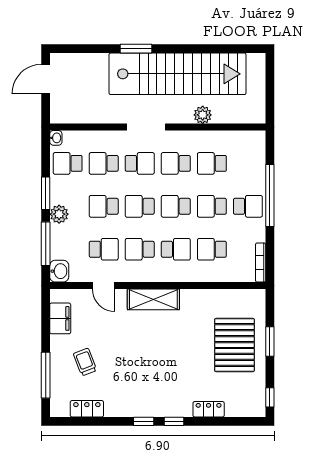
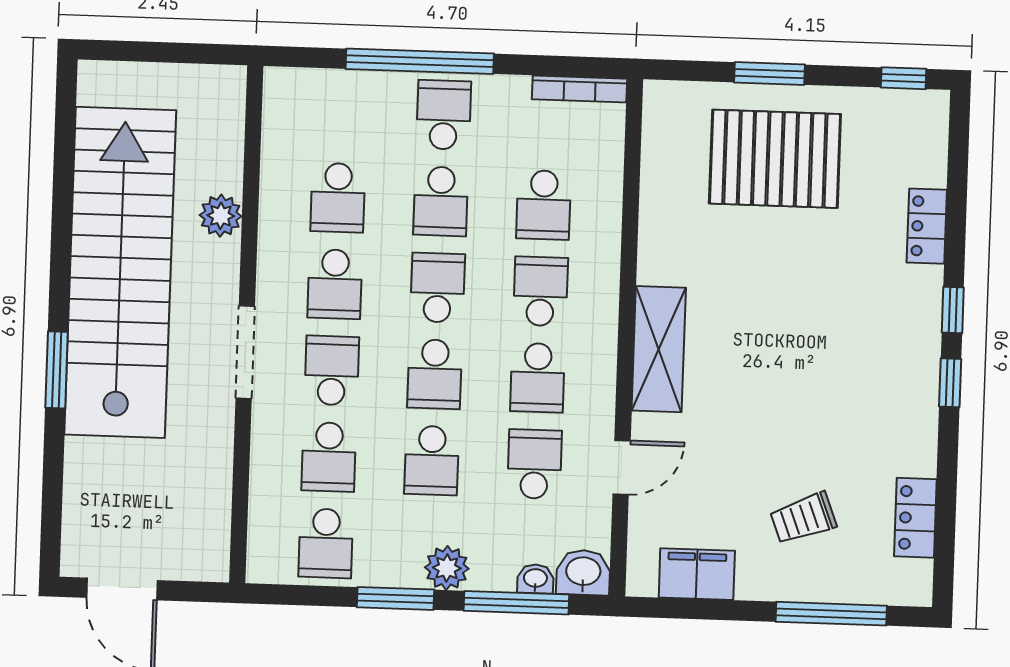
washbasin: (56, 138) -> (535, 579), moved
school desk: (176, 206) -> (438, 288), turned 180

